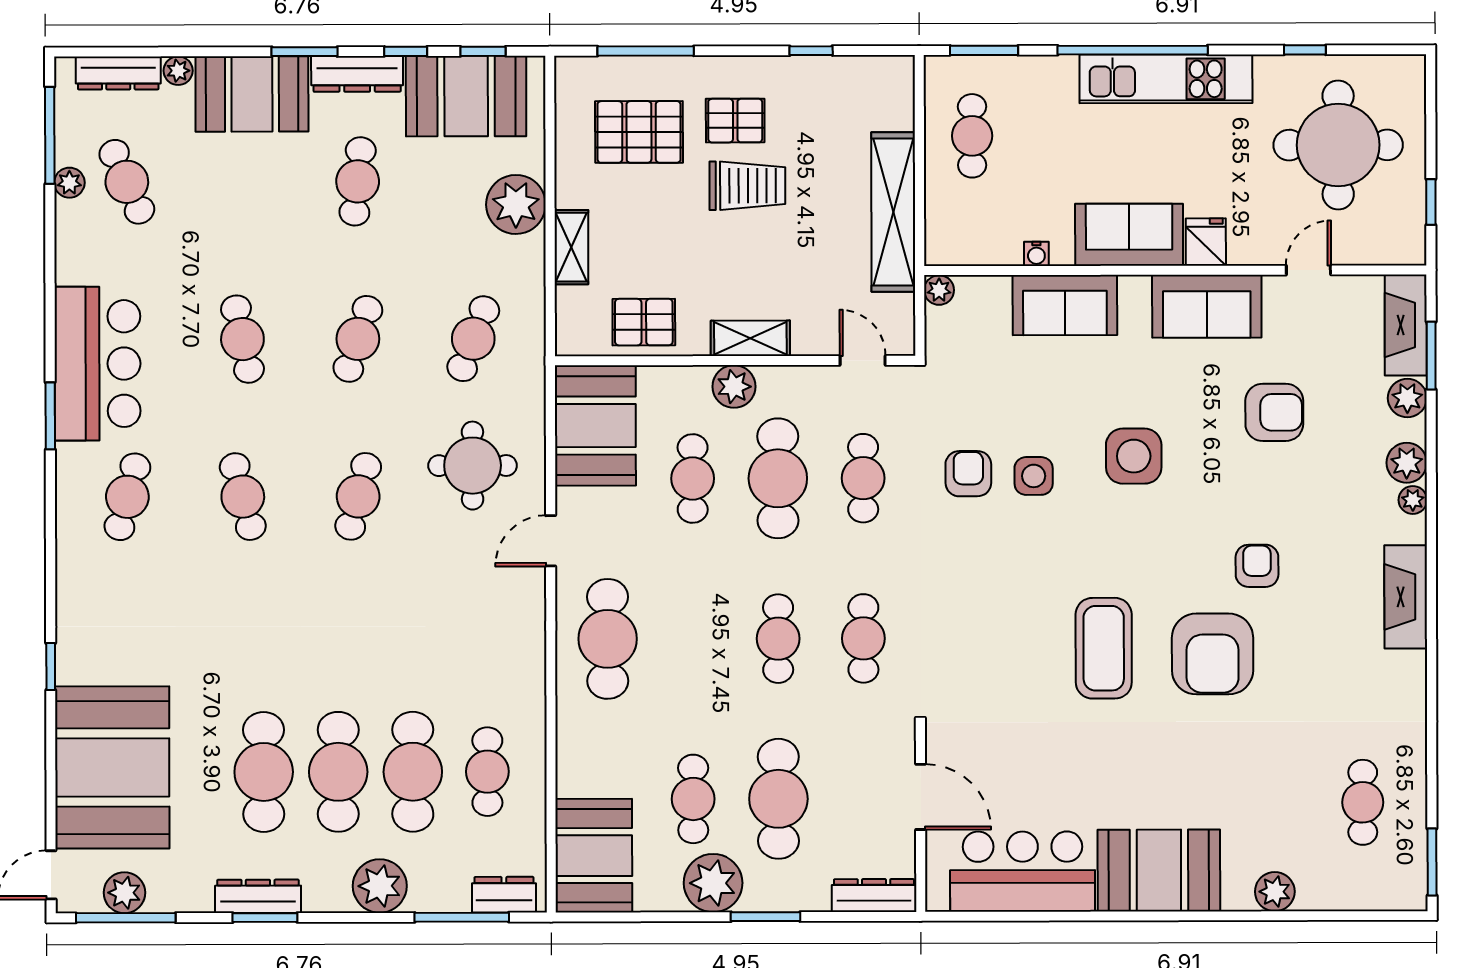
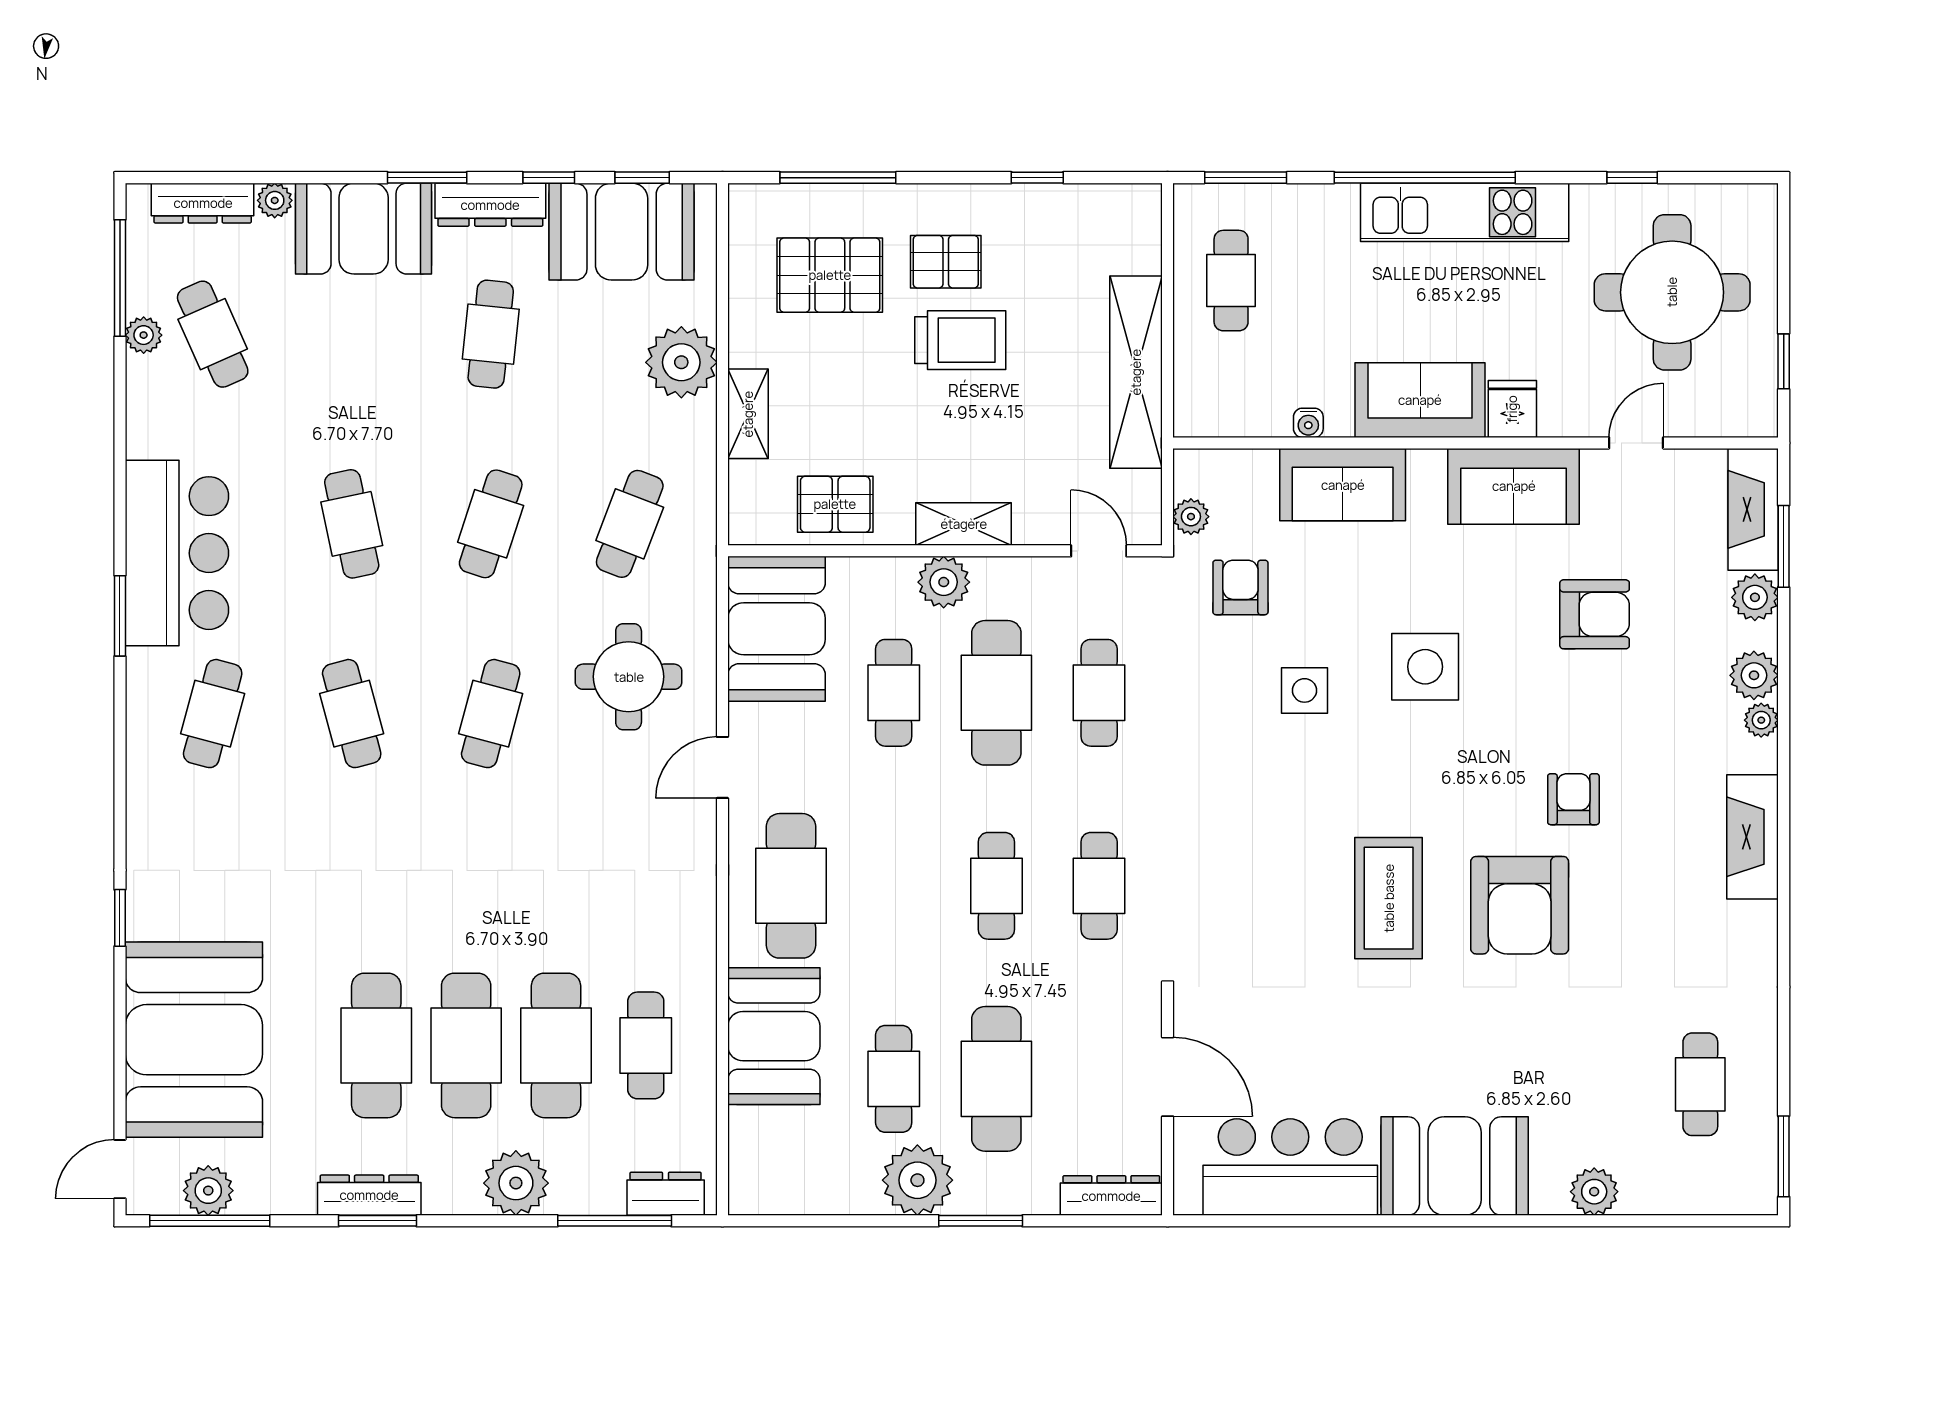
plant: (939, 290) -> (1191, 517), moved
armchair: (968, 474) -> (1240, 587), moved
booth: (594, 856) -> (774, 1036), moved

